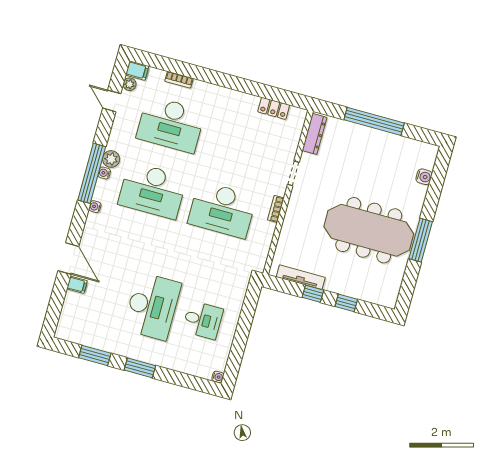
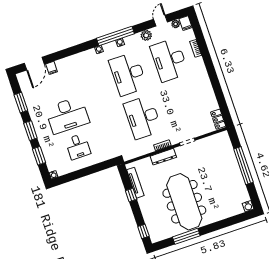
locker: (274, 108) -> (218, 119), moved
dresser: (315, 134) -> (163, 157), moved
plant: (111, 159) -> (146, 35), moved
water cooler: (424, 177) -> (248, 206), moved
window: (421, 240) -> (186, 236), moved
door: (68, 259) -> (34, 64), moved
window: (346, 303) -> (143, 231), moved
window: (180, 379) -> (39, 156), added

